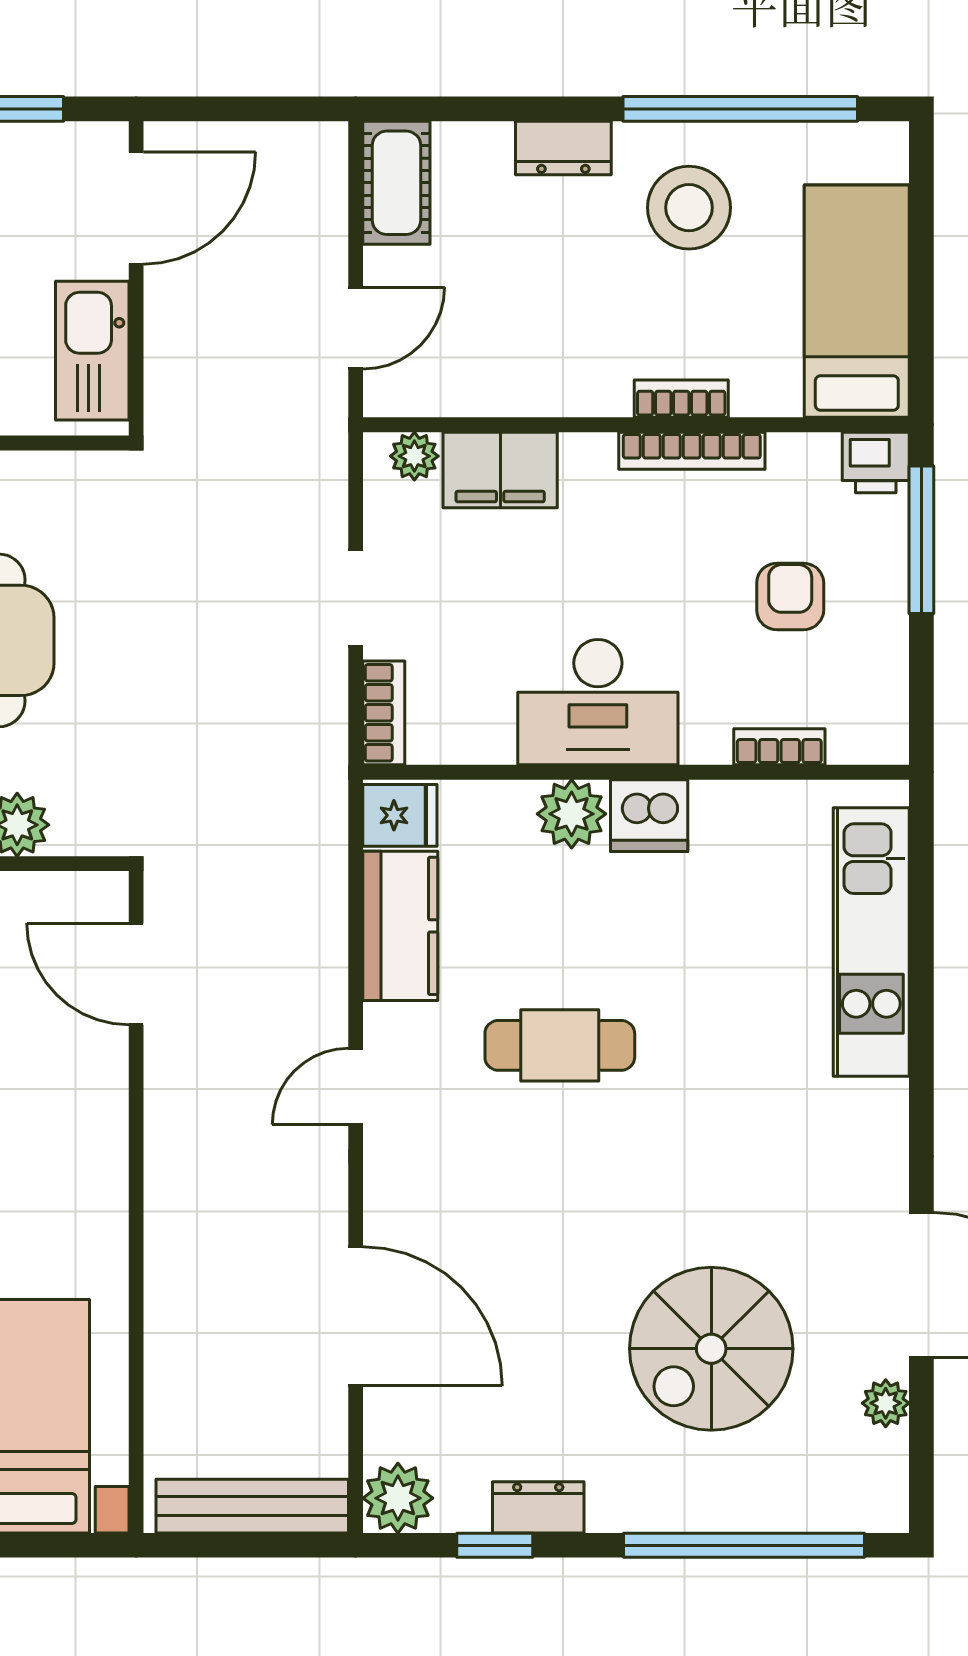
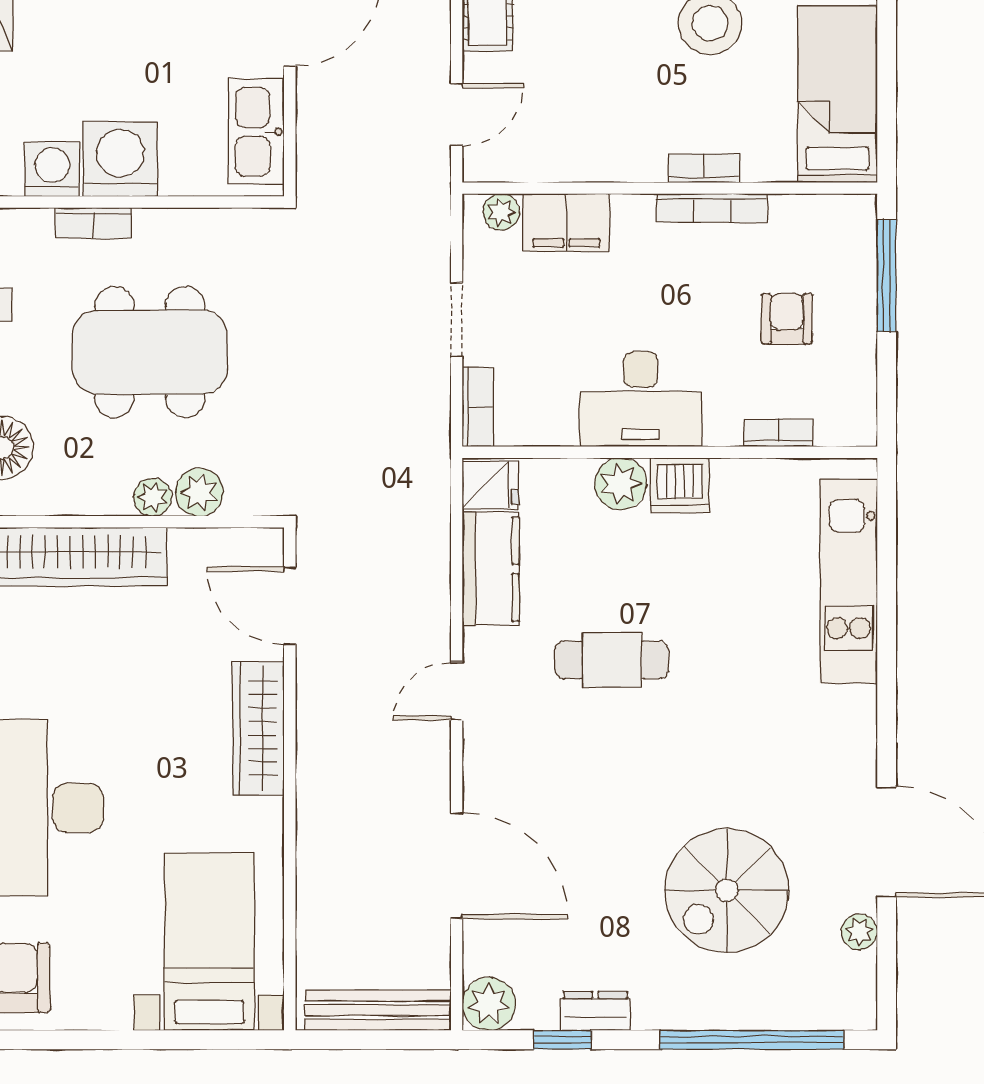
printer: (876, 462) -> (852, 217), removed
wardrobe: (95, 1135) -> (258, 728), added

